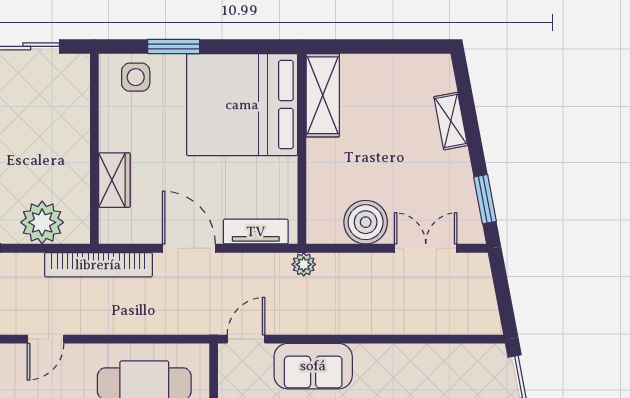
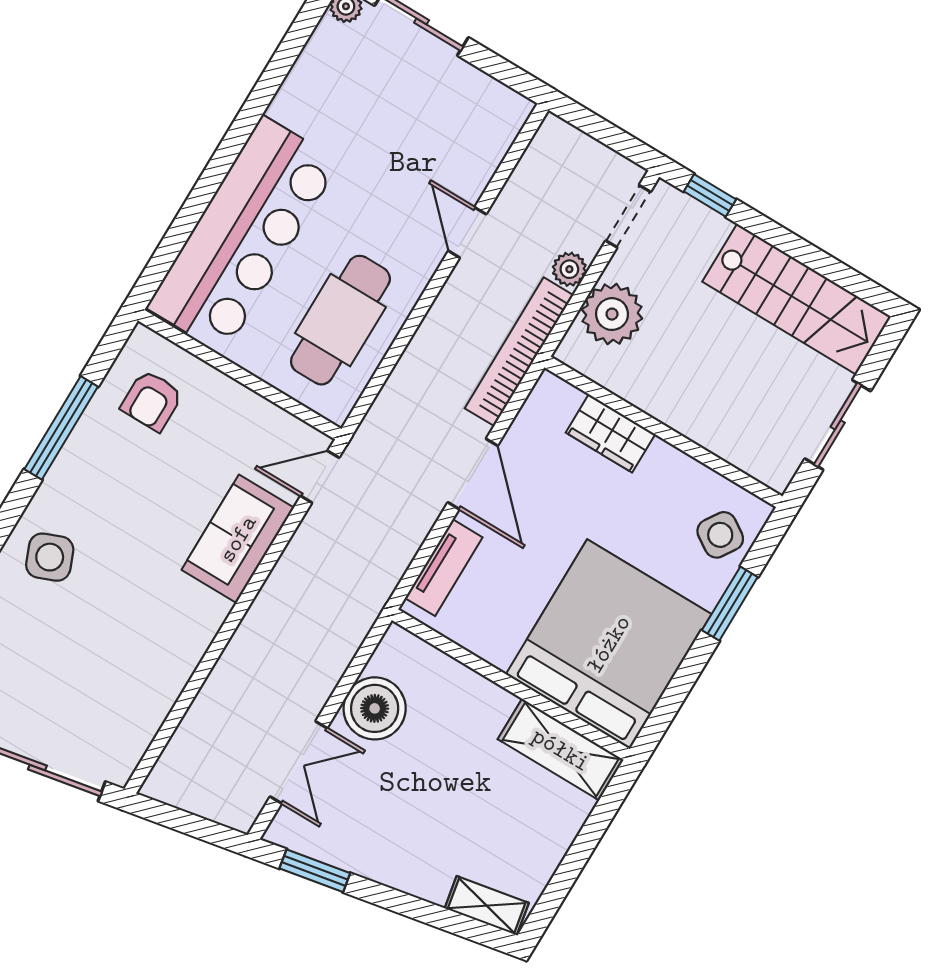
side table: (136, 77) -> (720, 535), turned 33
shelving: (451, 121) -> (487, 906), moved
door: (189, 248) -> (473, 474), hinge flipped
plant: (304, 264) -> (569, 269), moved
door: (246, 339) -> (320, 477), swing flipped

